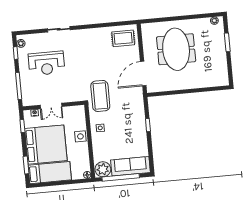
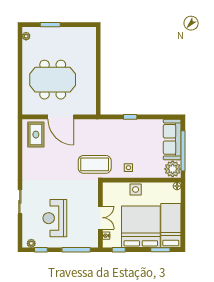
reception desk: (47, 63) -> (55, 218), turned 180
door: (143, 74) -> (61, 117), moved

